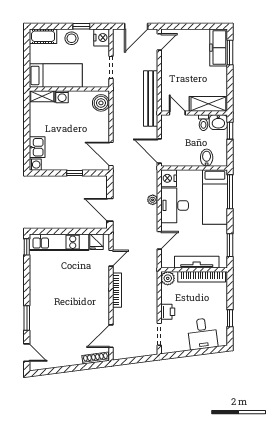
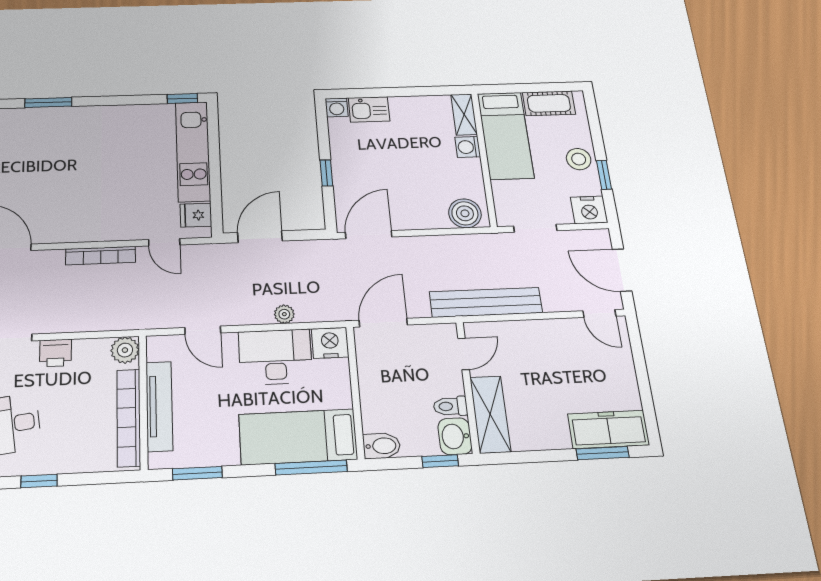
cot: (43, 36) -> (549, 103), moved, turned 90
bidet: (207, 158) -> (382, 446), moved

